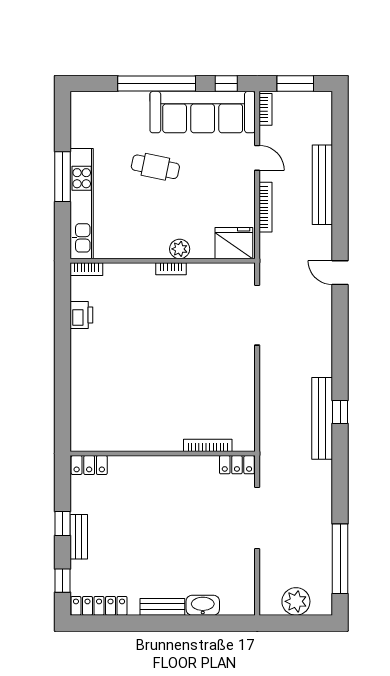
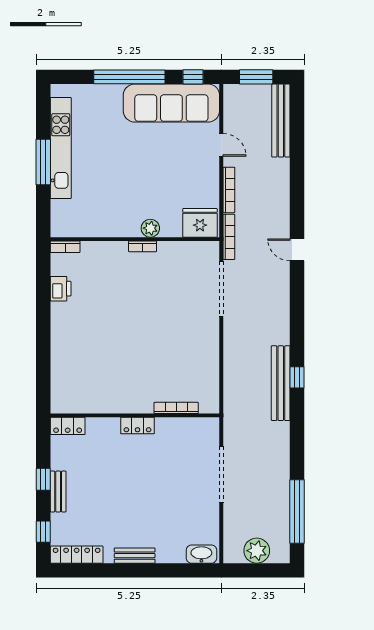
bookcase: (265, 109) -> (229, 237), moved, width x1.56
cafe table: (155, 167) -> (128, 153), removed
bench: (322, 185) -> (281, 121), moved
kitchen unit: (82, 204) -> (61, 148), moved
locker: (237, 465) -> (137, 426), moved
washbasin: (203, 605) -> (201, 554), moved

